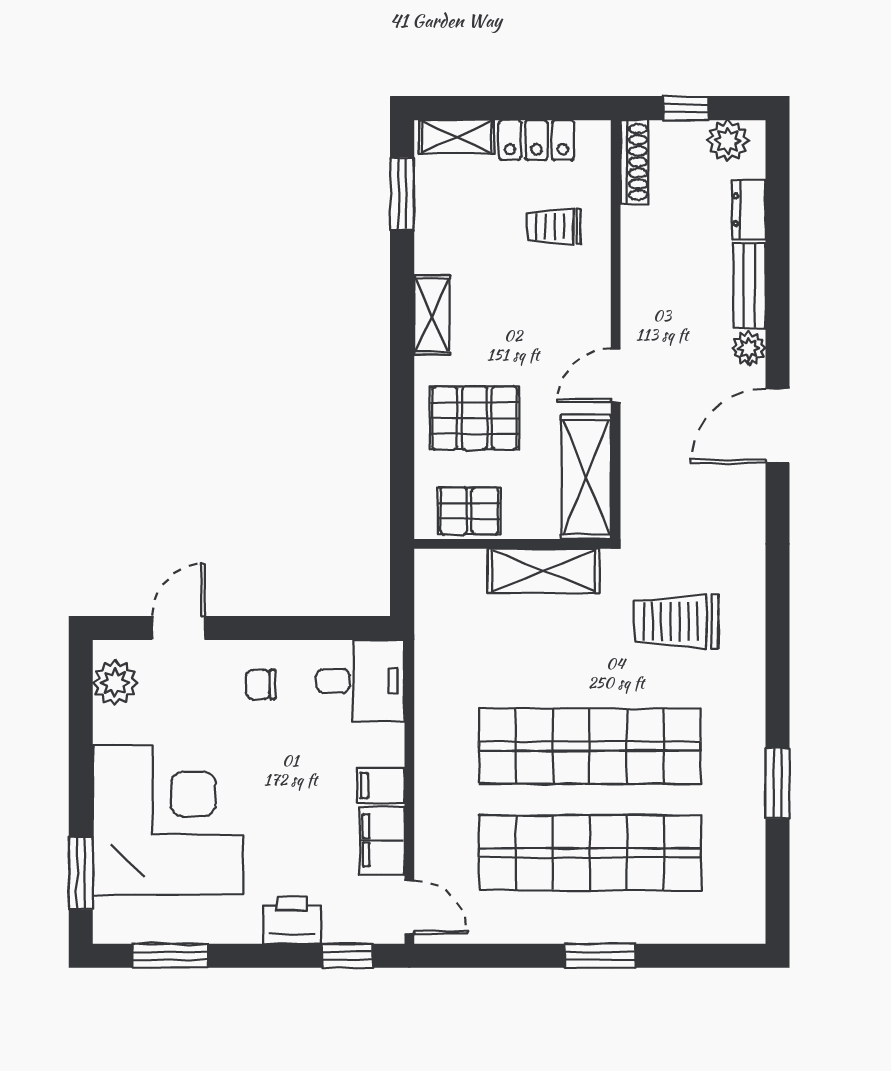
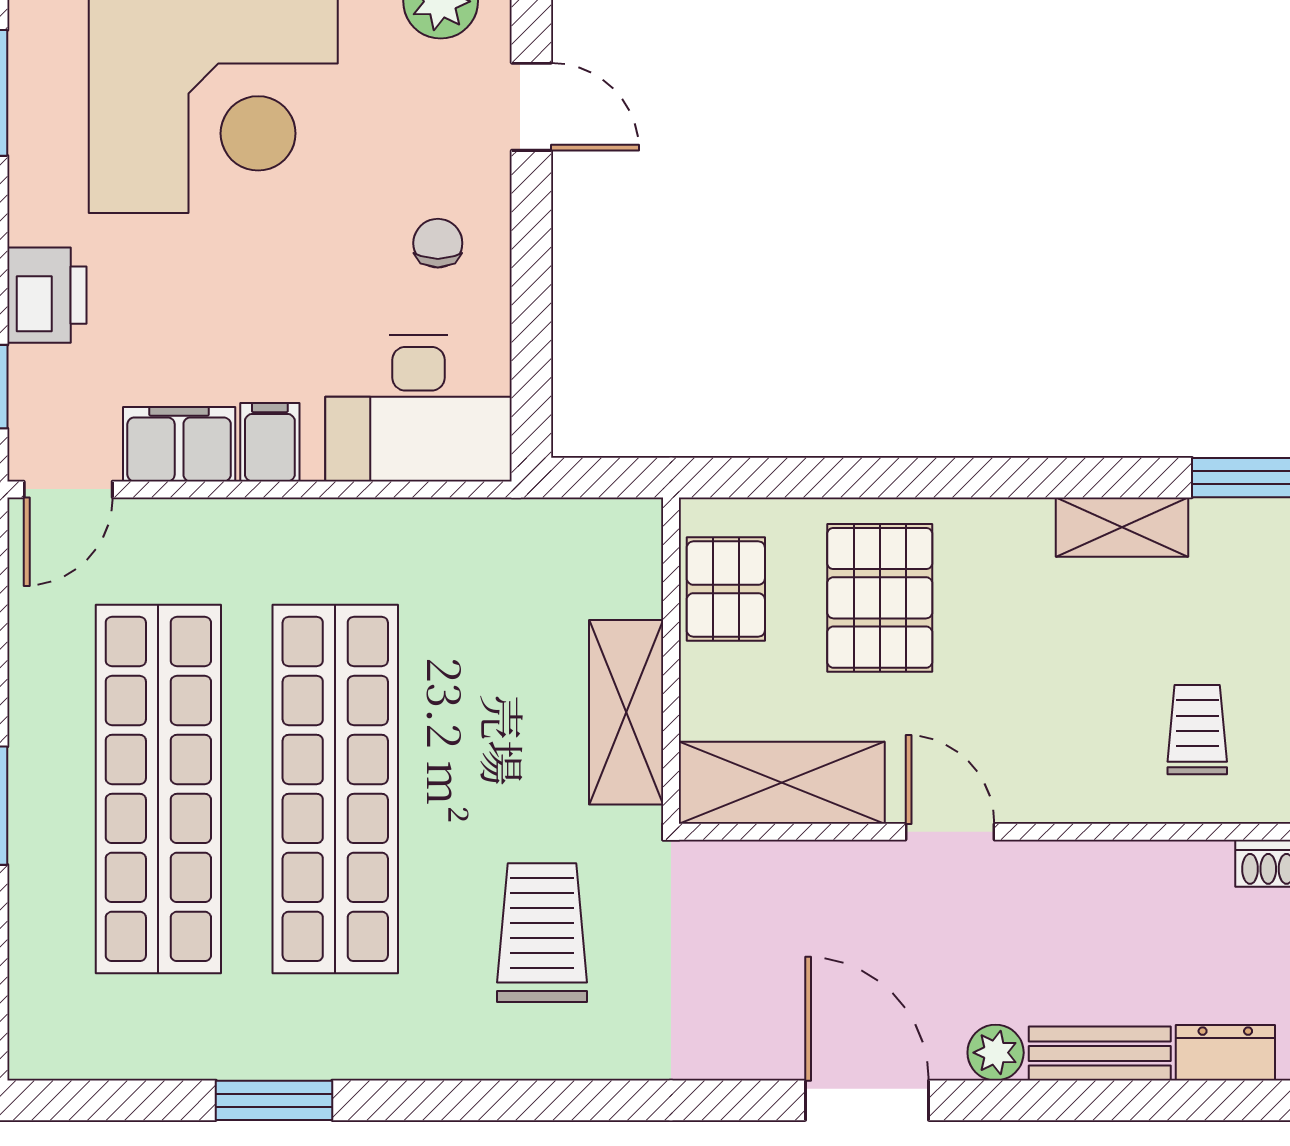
shelving: (432, 315) -> (1122, 527), moved
desk: (360, 681) -> (418, 408), width x1.37

